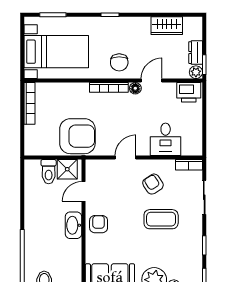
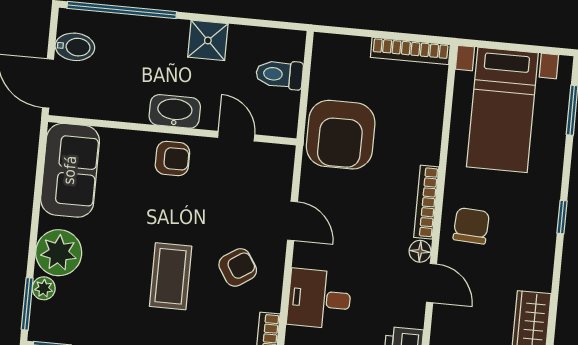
chair: (119, 62) -> (471, 226), turned 93
shower: (67, 169) -> (208, 40), moved

